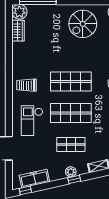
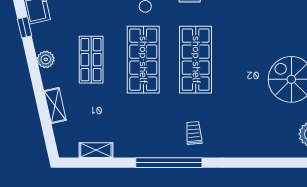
window: (74, 179) -> (25, 27), moved

